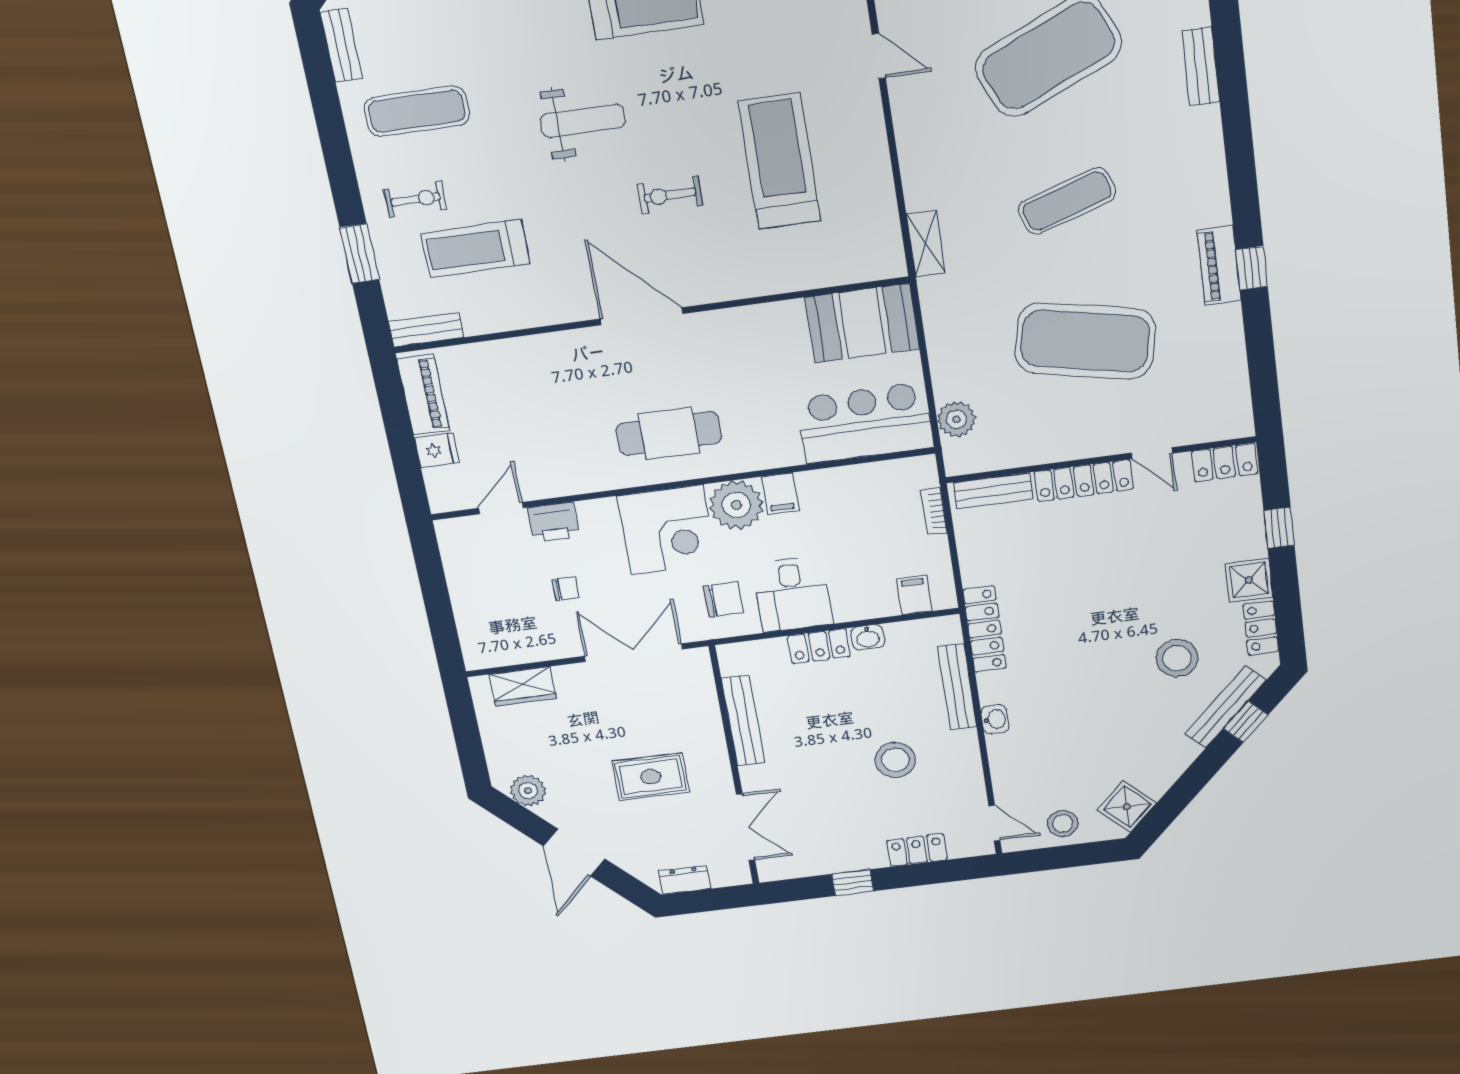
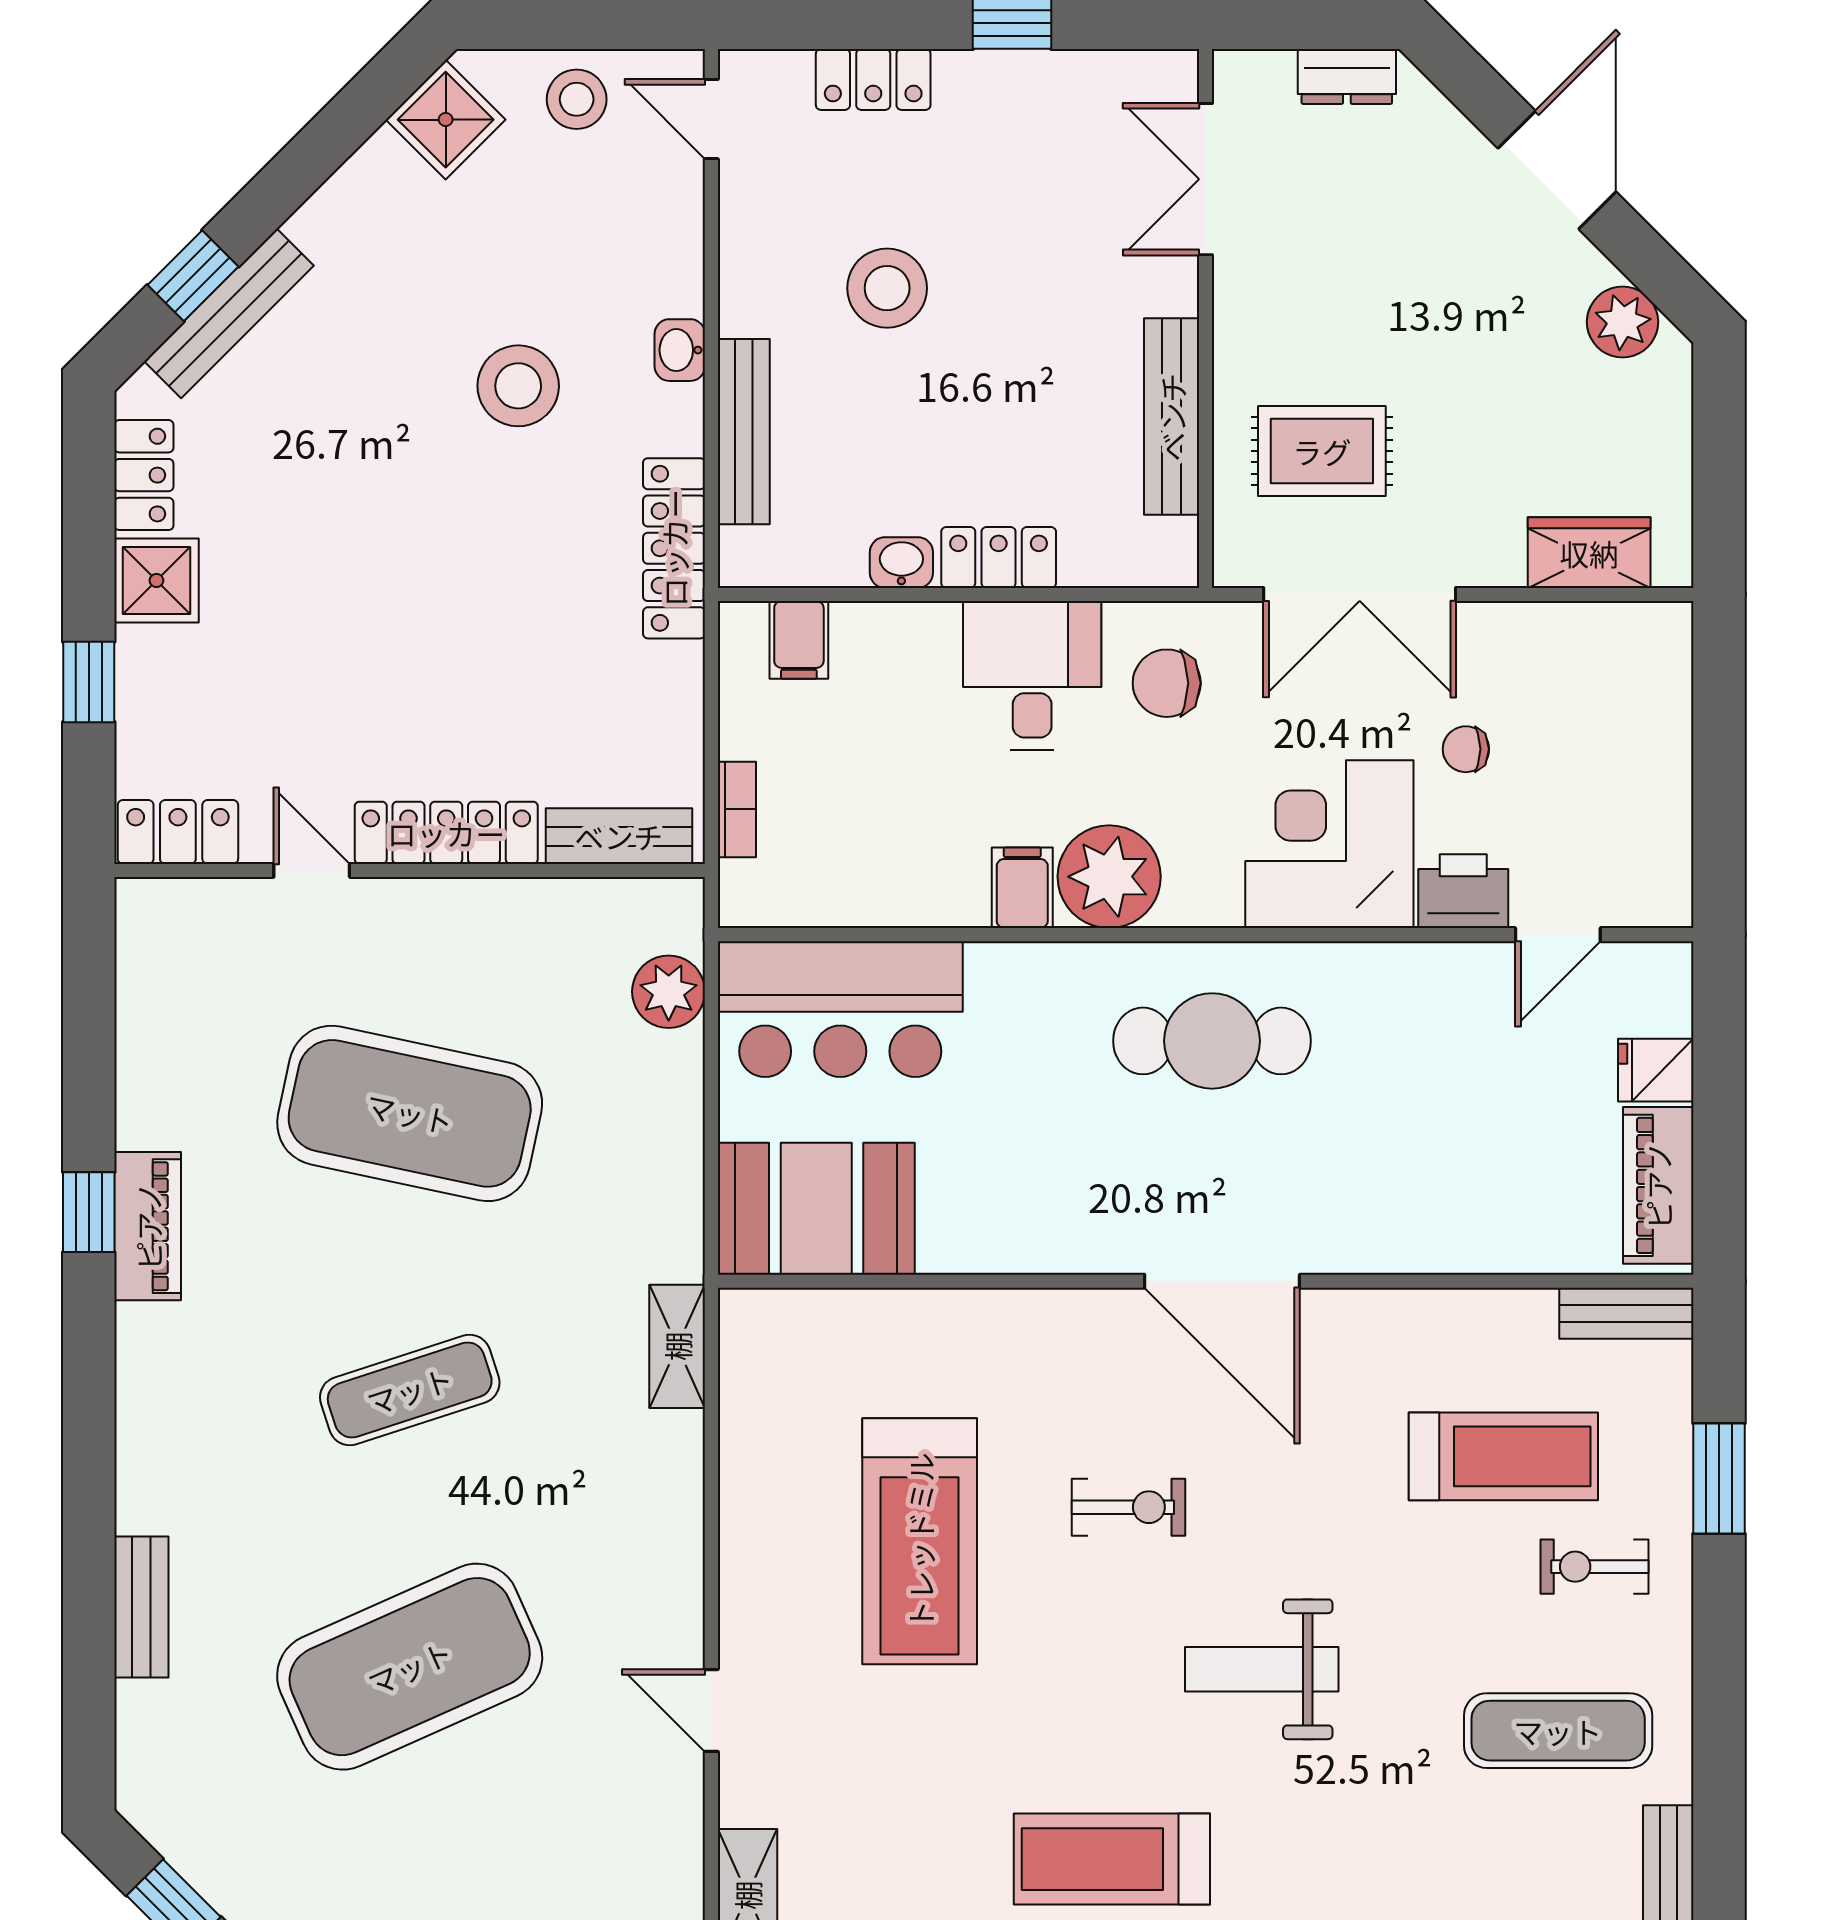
corner desk: (667, 530) -> (1329, 844), moved
stool: (1177, 658) -> (518, 386), moved
rug: (651, 777) -> (1322, 451), moved

